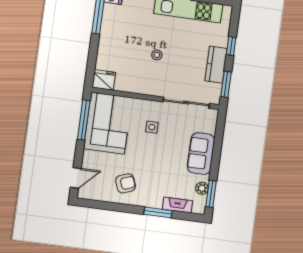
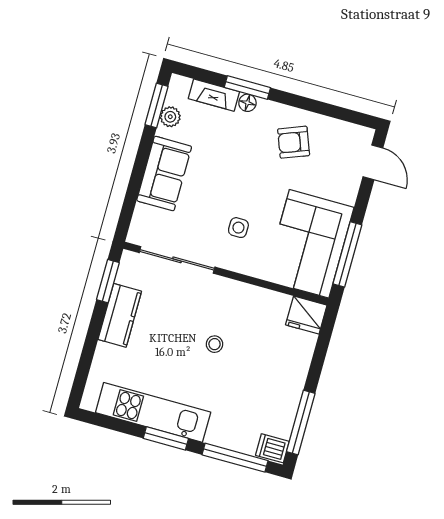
window: (231, 46) -> (91, 342), removed
door: (76, 178) -> (373, 162), swing flipped
floor lamp: (157, 203) -> (247, 103), added

